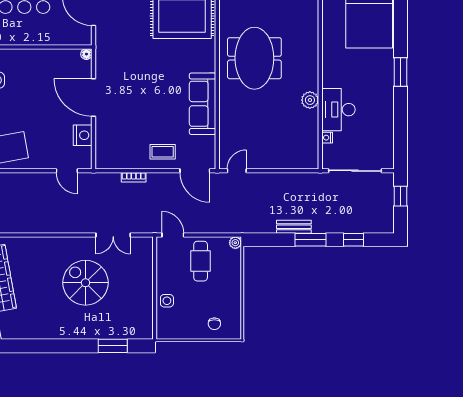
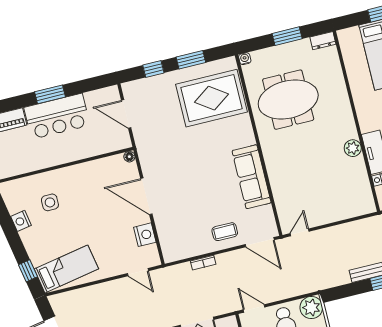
meeting table: (254, 58) -> (288, 100), moved, turned 90
plant: (235, 243) -> (311, 308), width x1.88, depth x1.88

